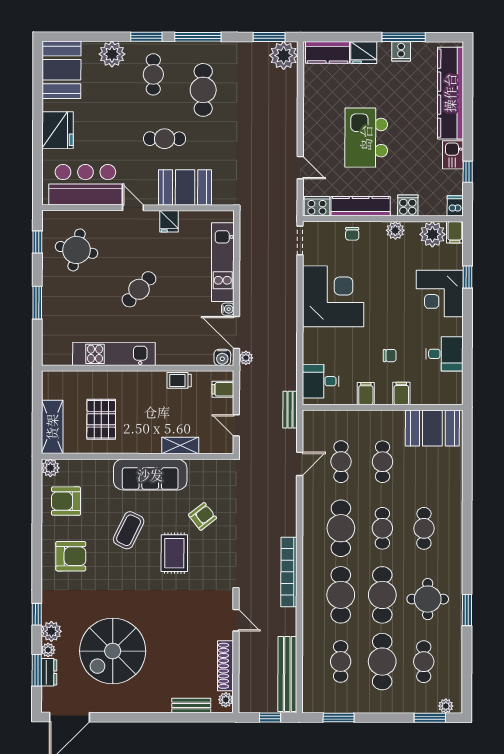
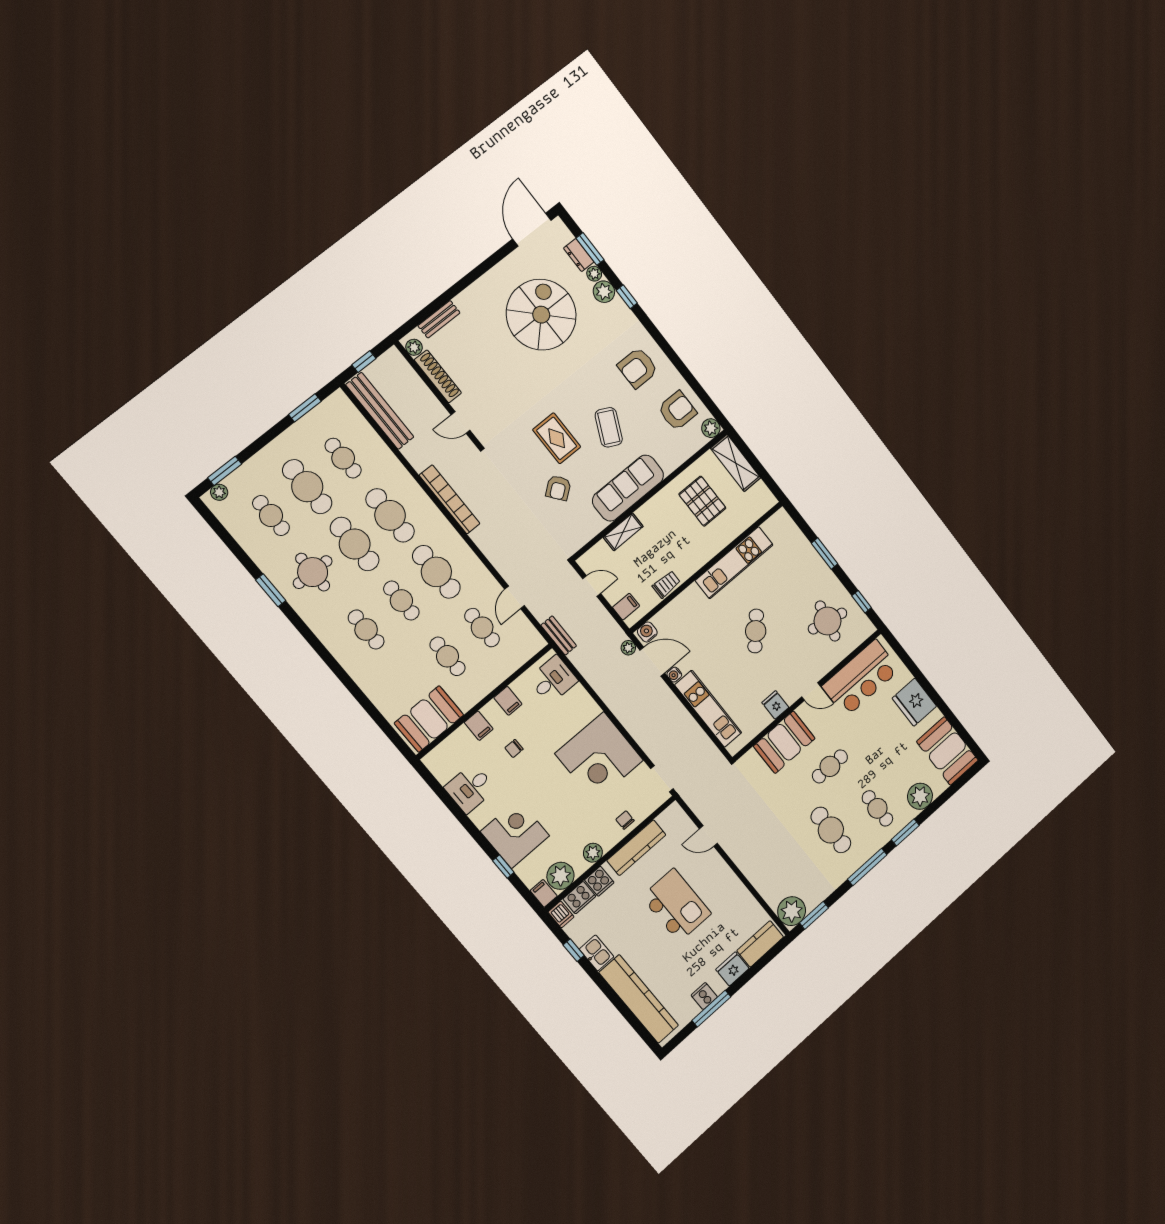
cooker: (317, 206) -> (579, 898), moved

